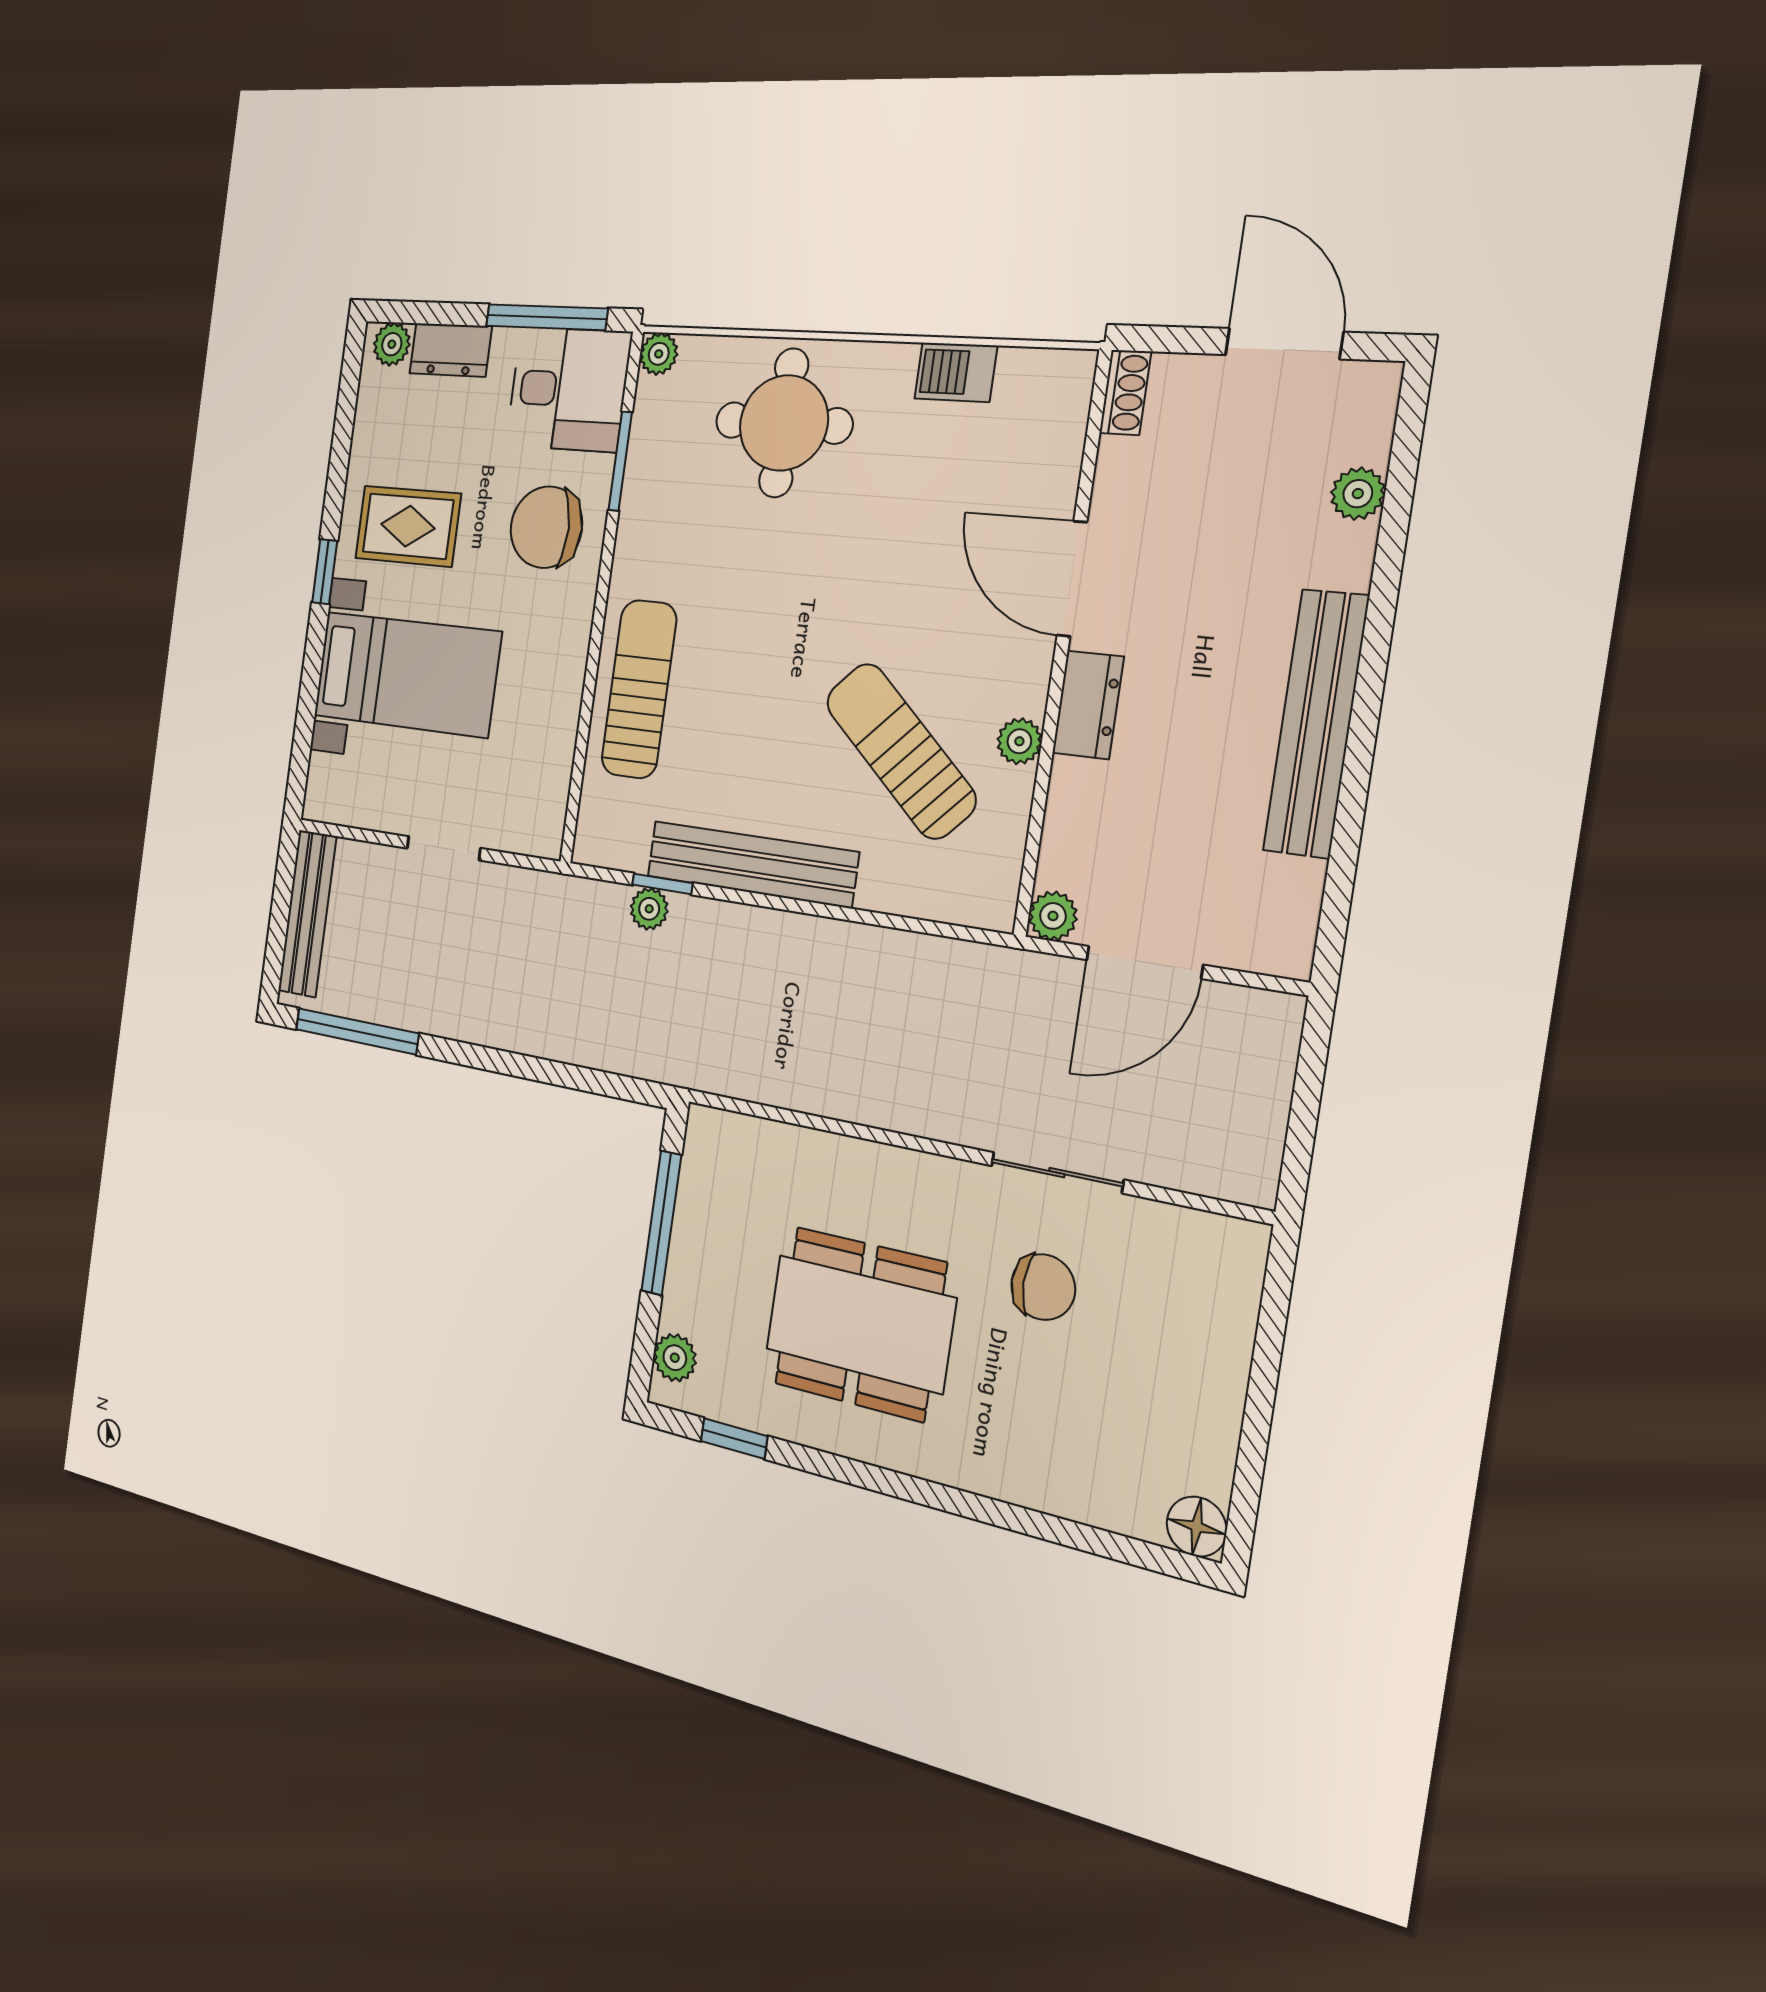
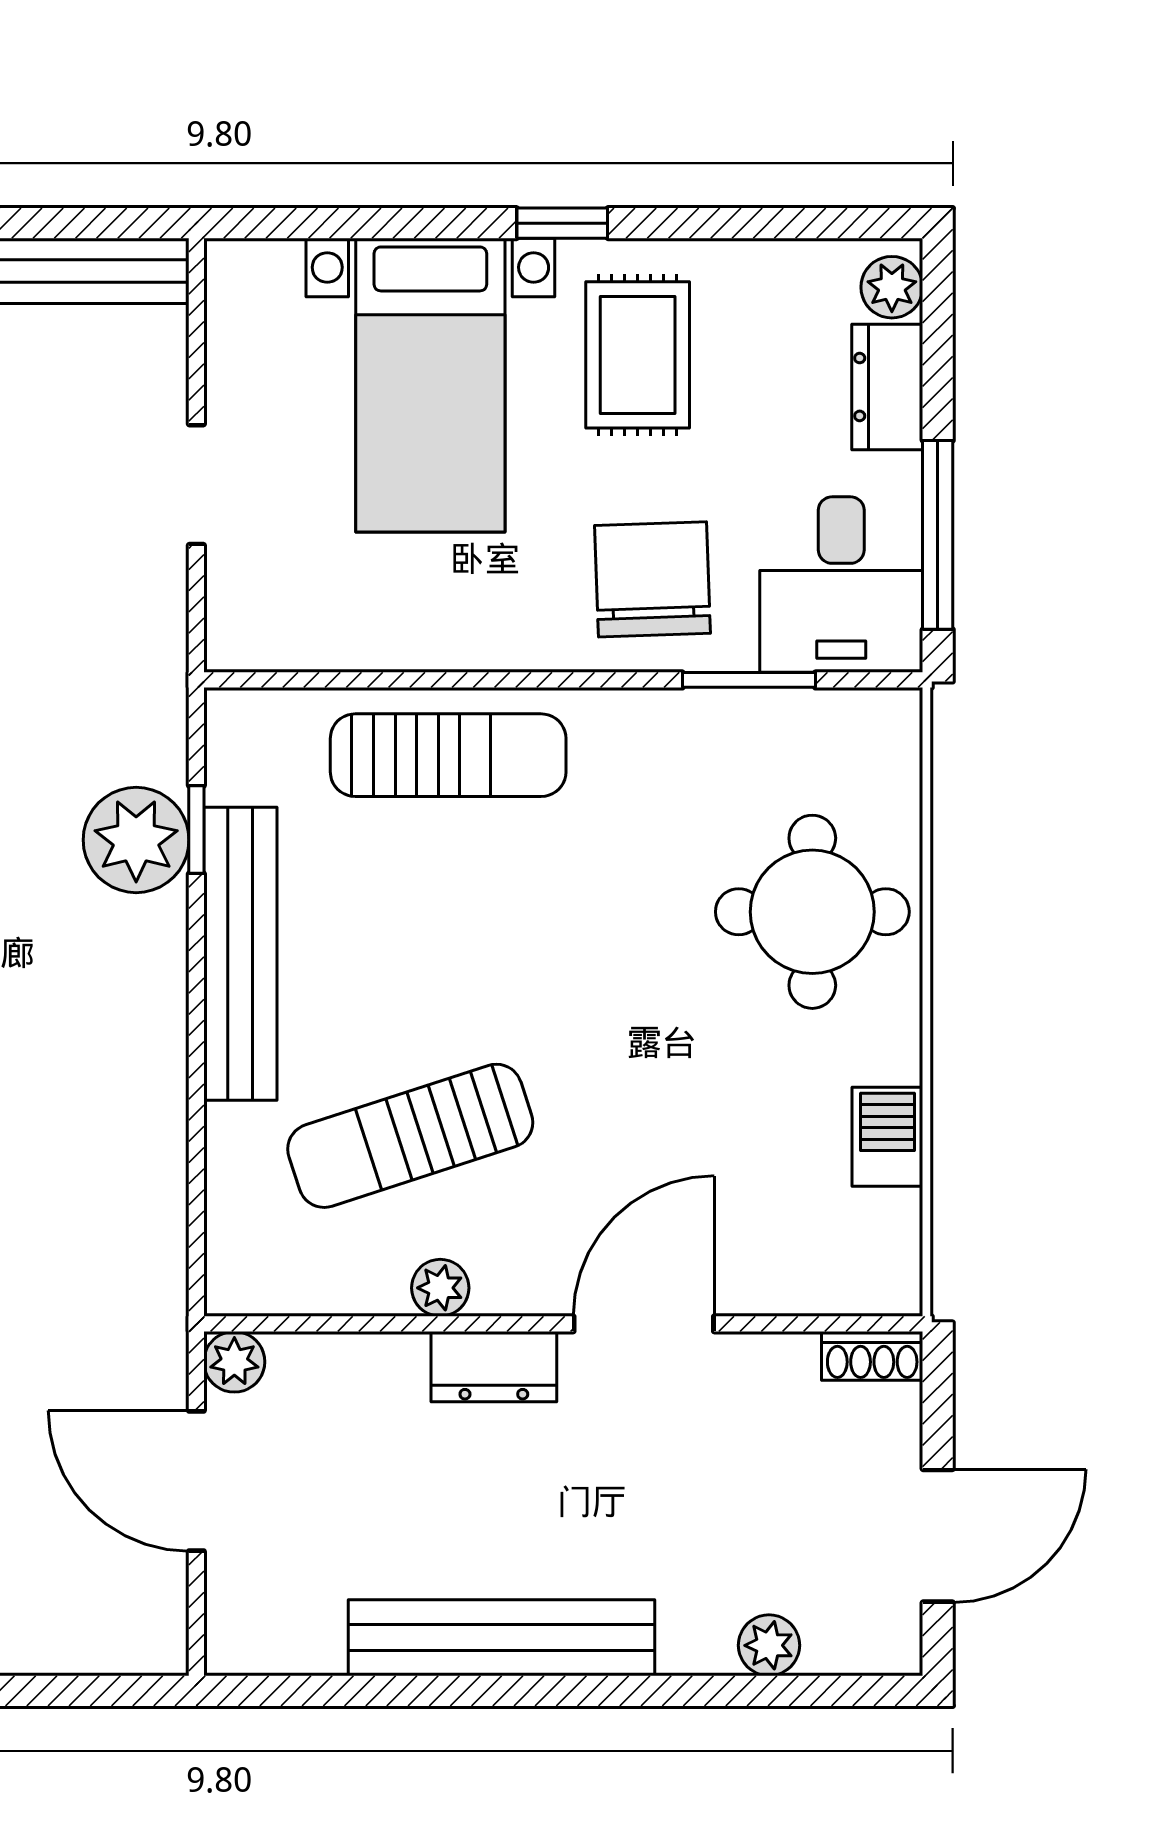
plant: (659, 354) -> (894, 716), removed
sun lounger: (901, 751) -> (410, 1136), turned -151
plant: (649, 909) -> (136, 840), width x1.88, depth x1.88

